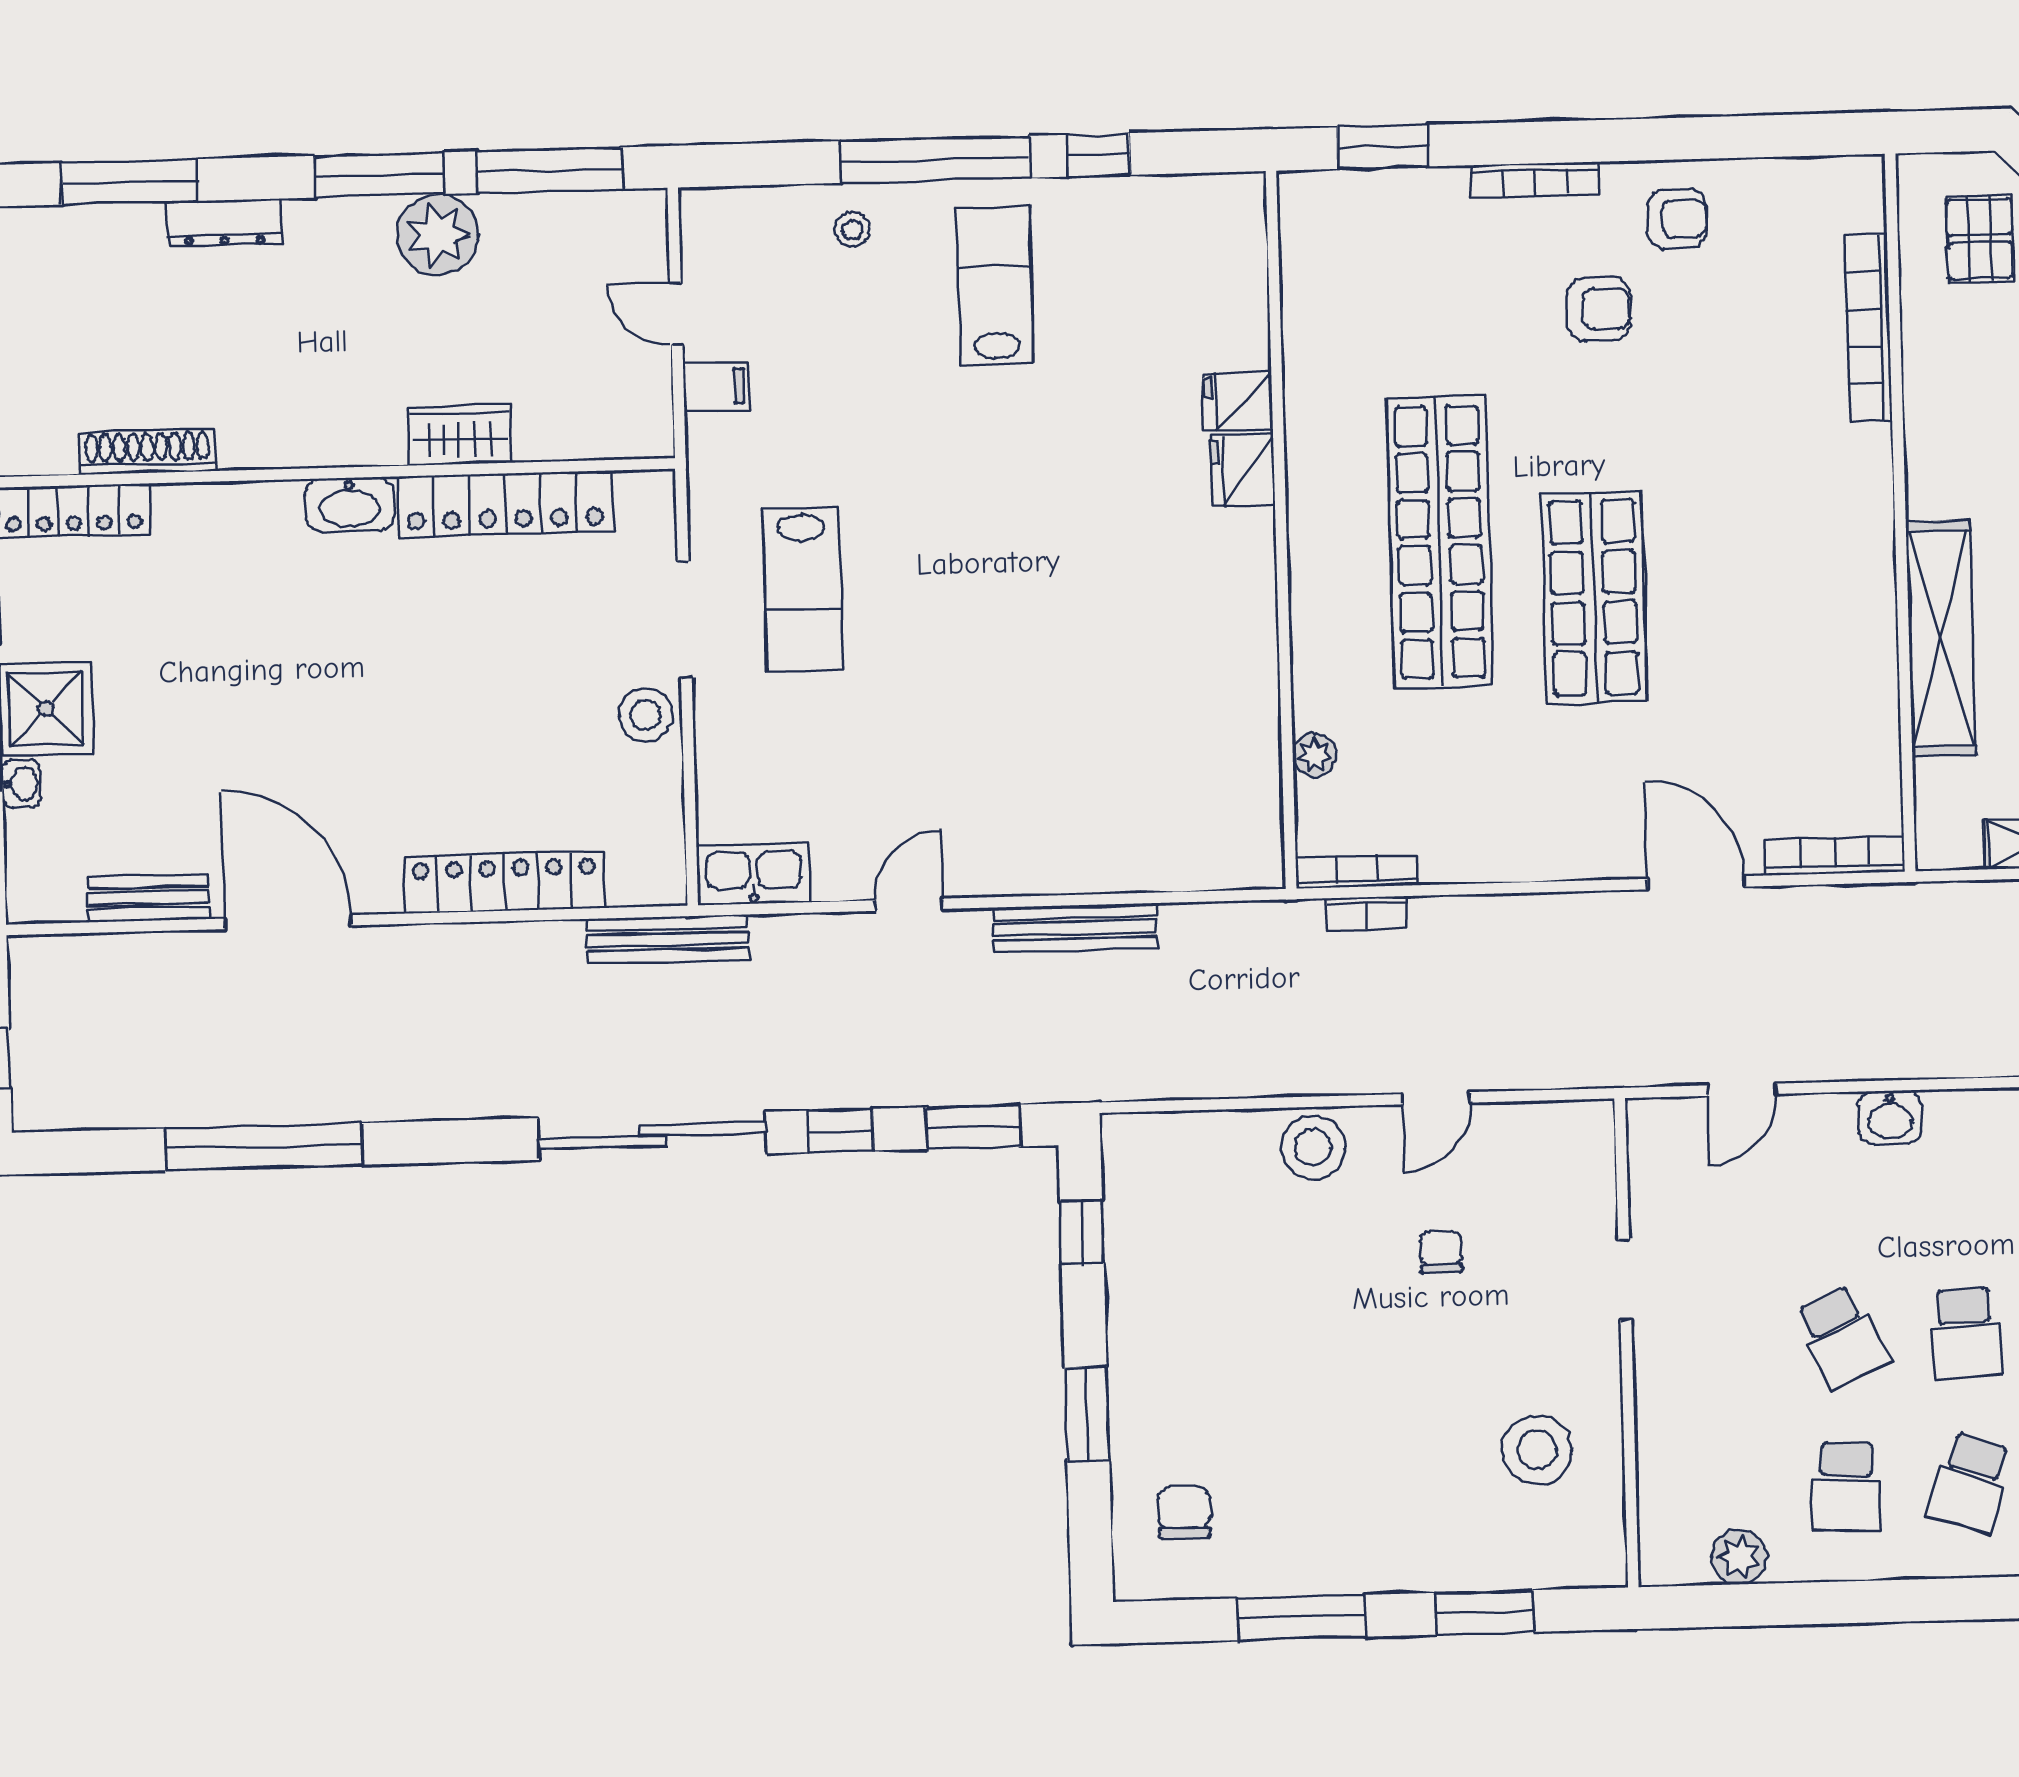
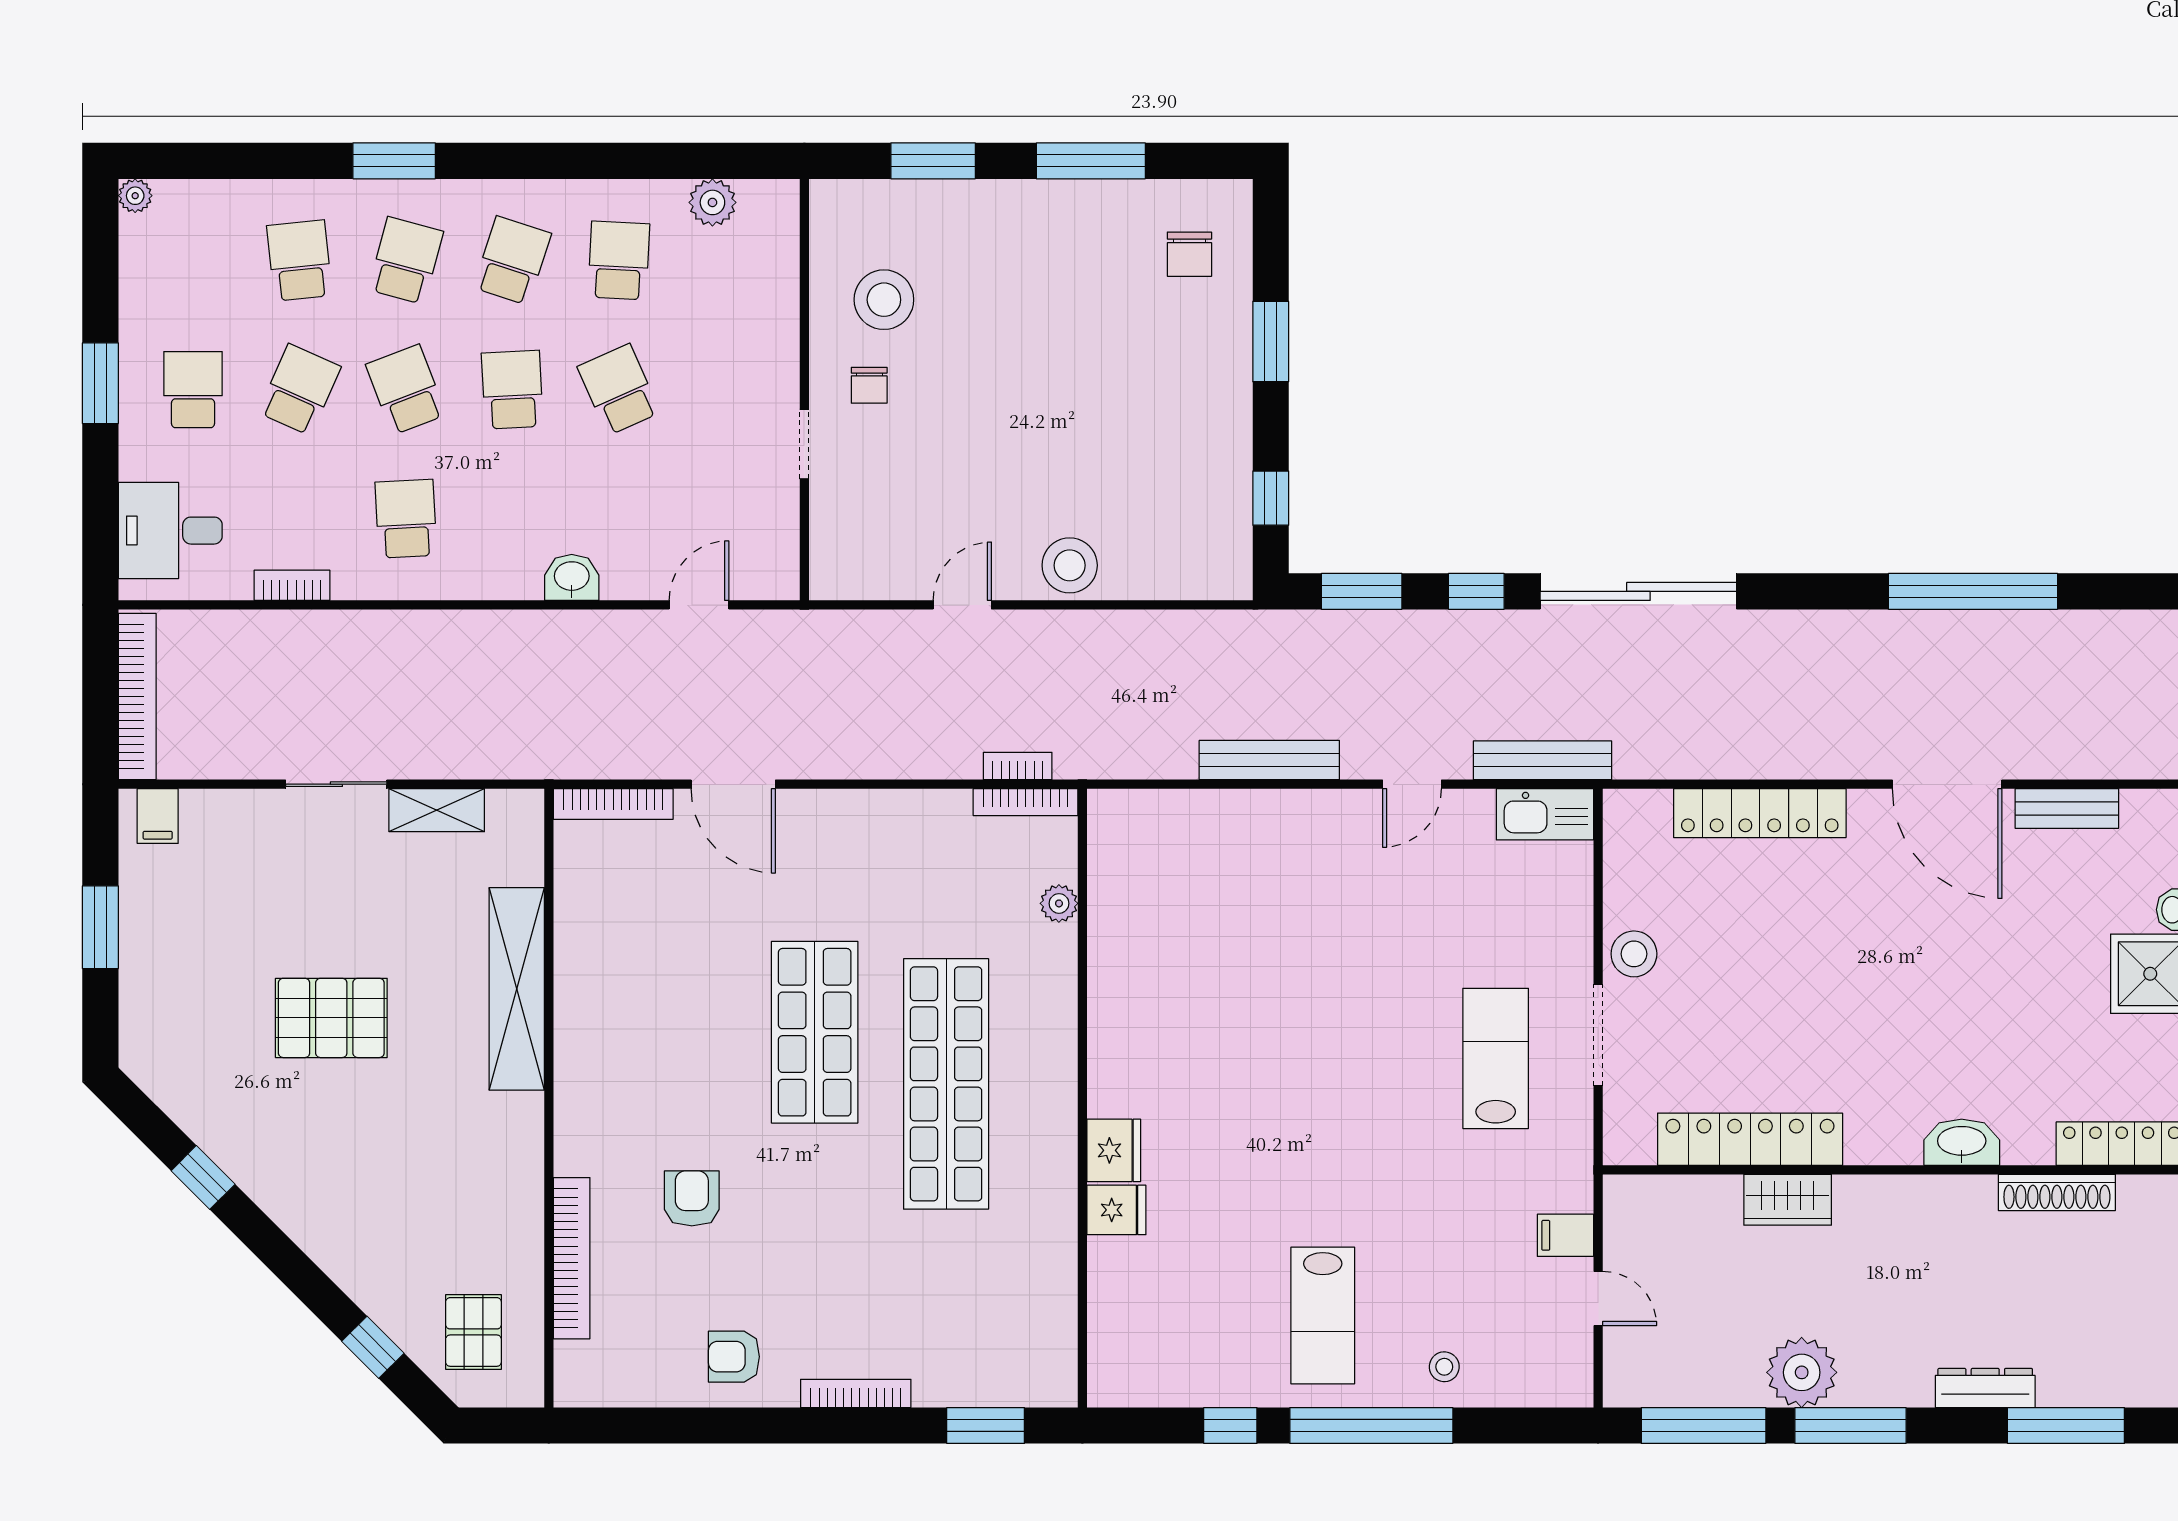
armchair: (1598, 309) -> (692, 1198), moved, turned 90
washbasin: (350, 505) -> (1962, 1142), moved
bench: (667, 939) -> (1543, 760), moved
chair: (1441, 1252) -> (869, 385), moved

